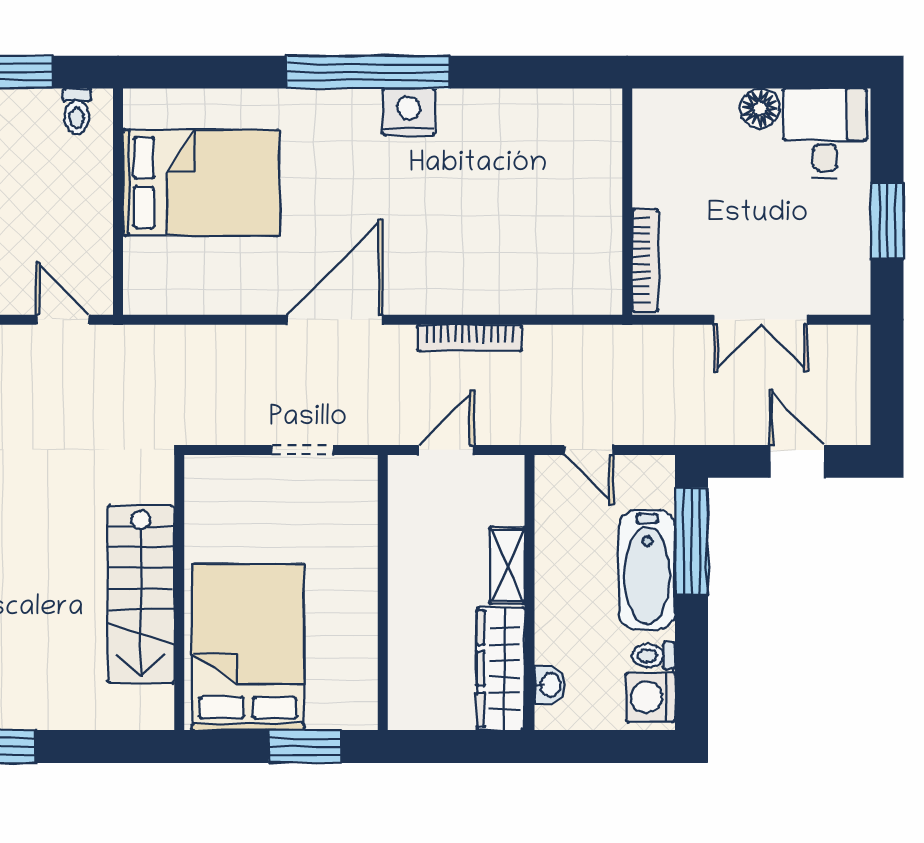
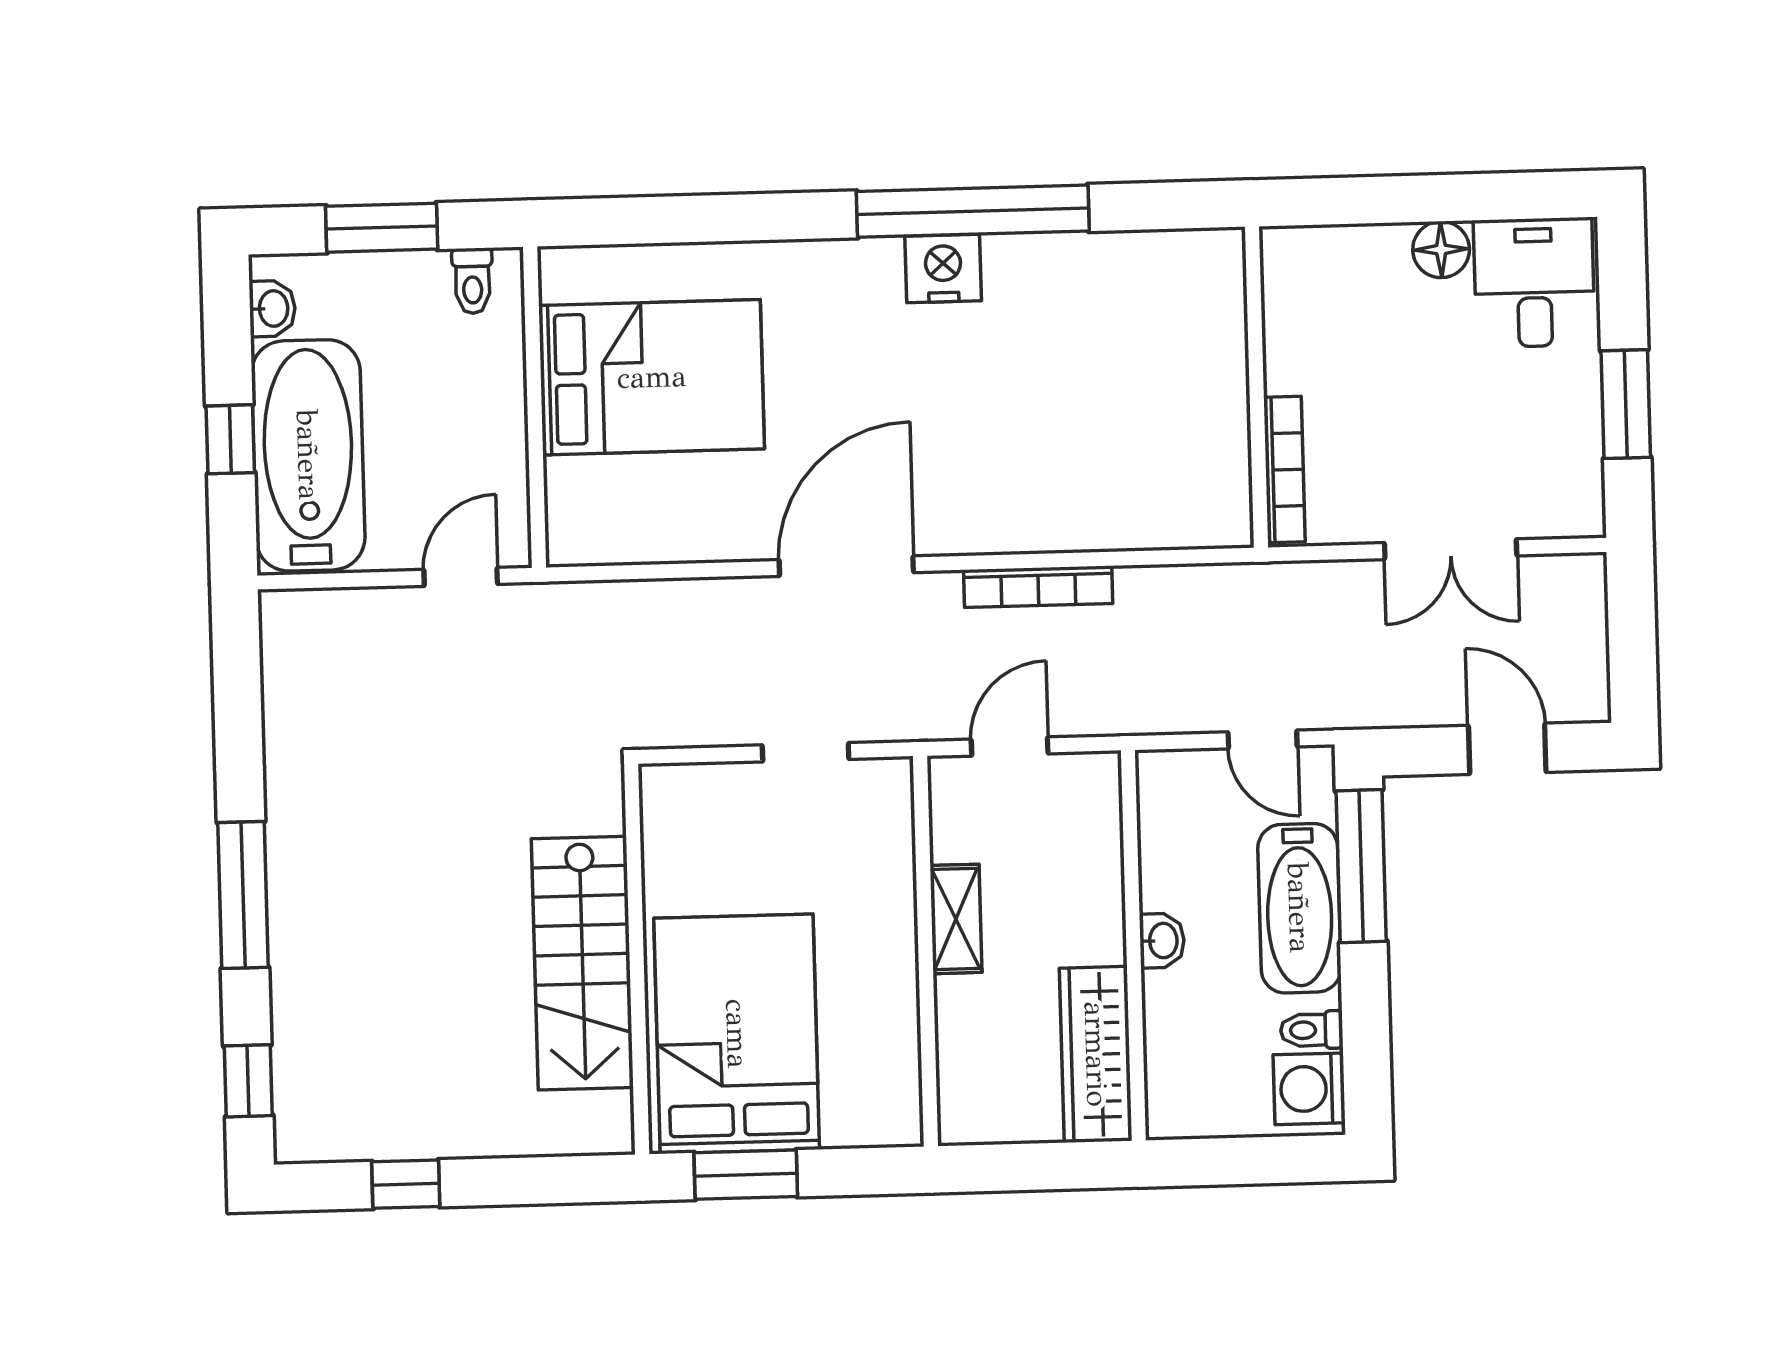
window: (368, 72) -> (973, 211), moved
door: (63, 320) -> (461, 577), hinge flipped
door: (589, 450) -> (1263, 739), moved
shelving: (507, 566) -> (956, 919), moved
washbasin: (550, 685) -> (1162, 941), moved
window: (305, 746) -> (746, 1175), moved

